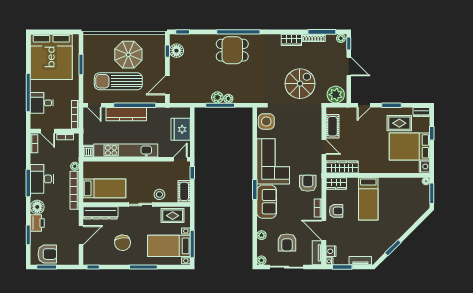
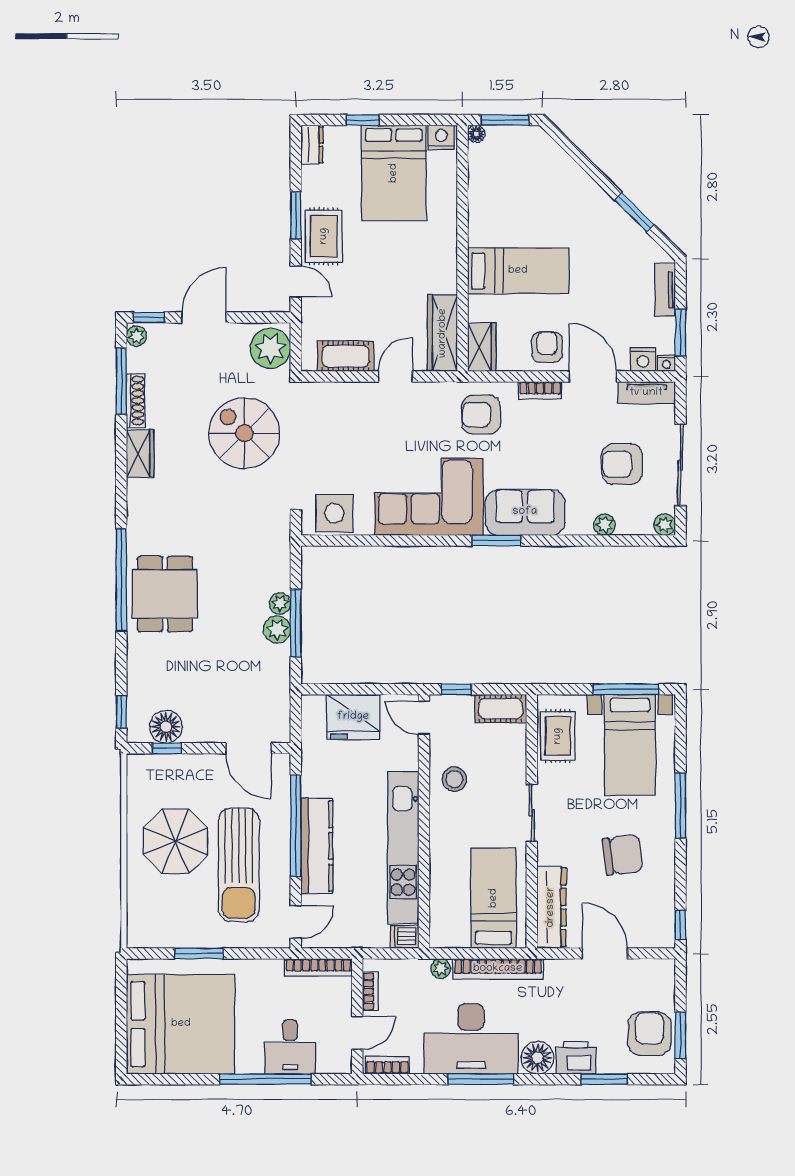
rug: (399, 123) -> (324, 236), moved
desk: (42, 179) -> (471, 1039), width x1.36, depth x1.30
stool: (159, 194) -> (454, 779), moved
door: (324, 230) -> (593, 376), swing flipped
armchair: (287, 242) -> (622, 464), turned 180

